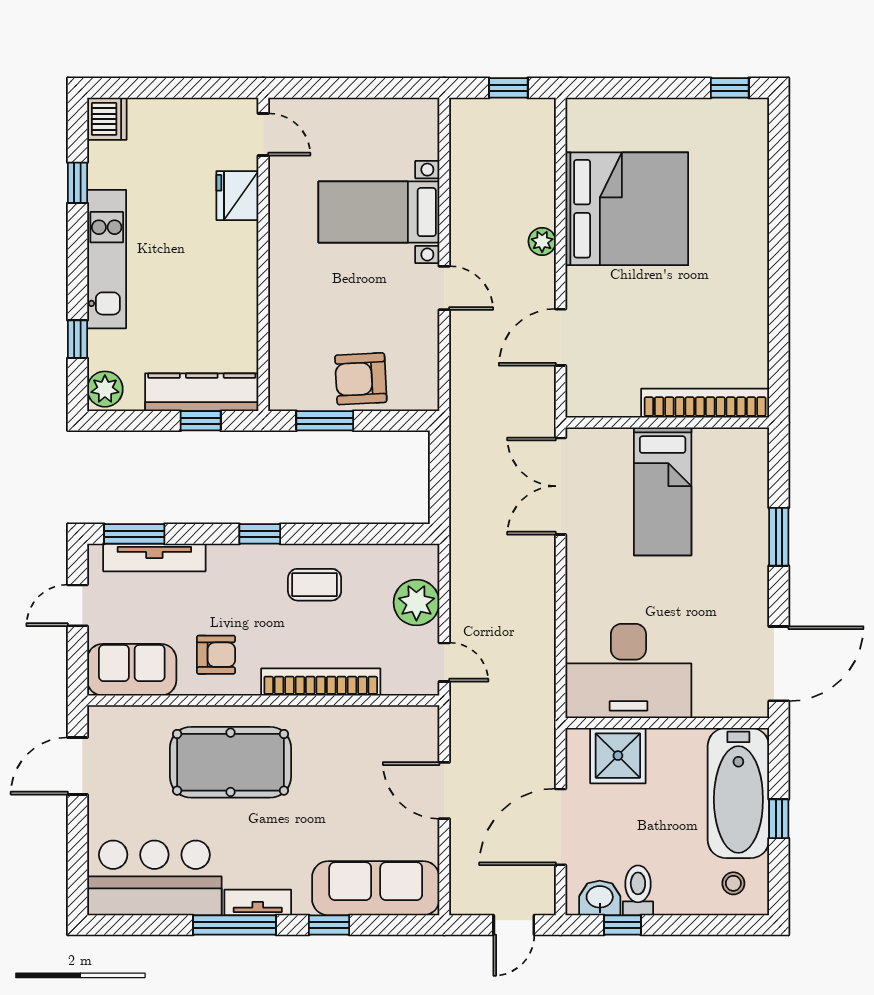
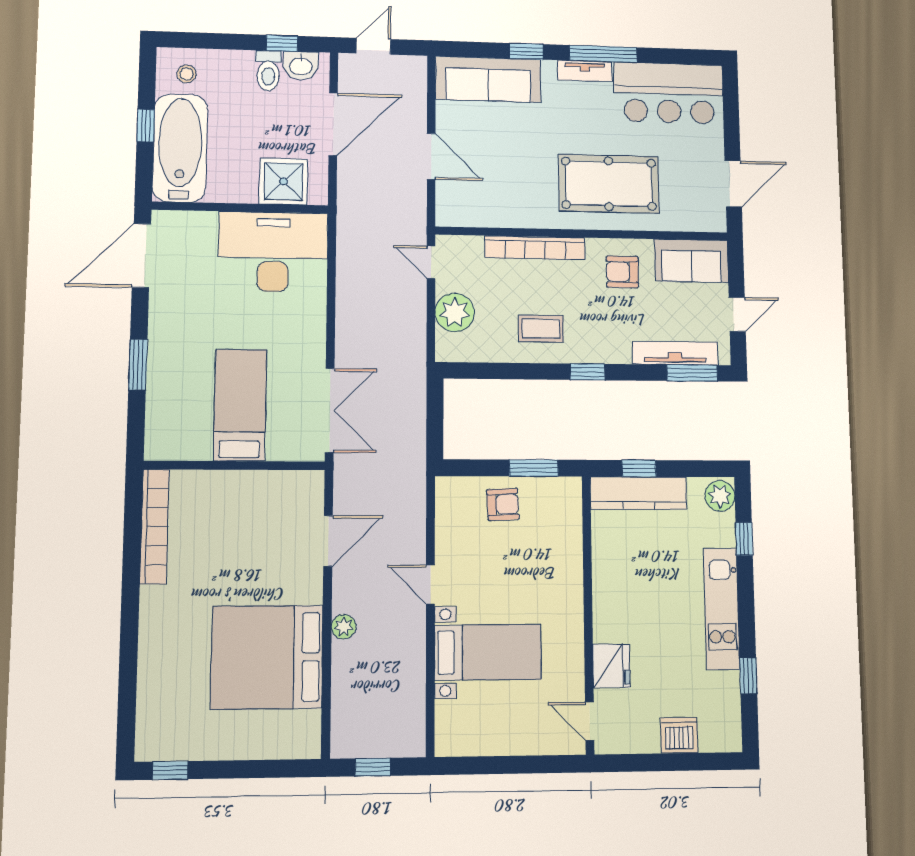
dishwasher: (107, 119) -> (679, 735), moved, turned 90
armchair: (361, 379) -> (503, 504), width x0.72, depth x0.72
bookcase: (705, 403) -> (155, 526), moved, turned -90

